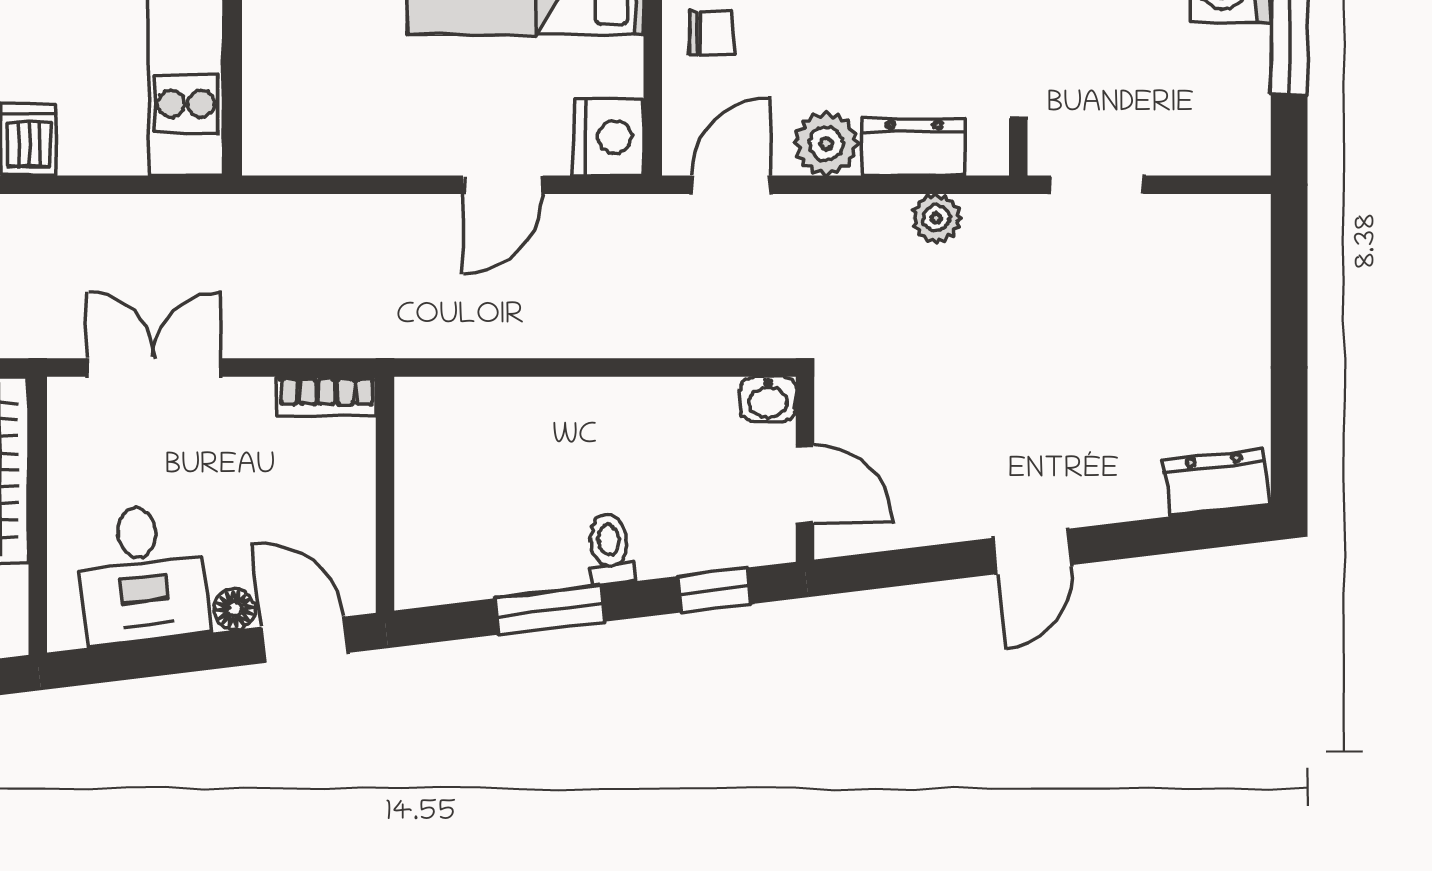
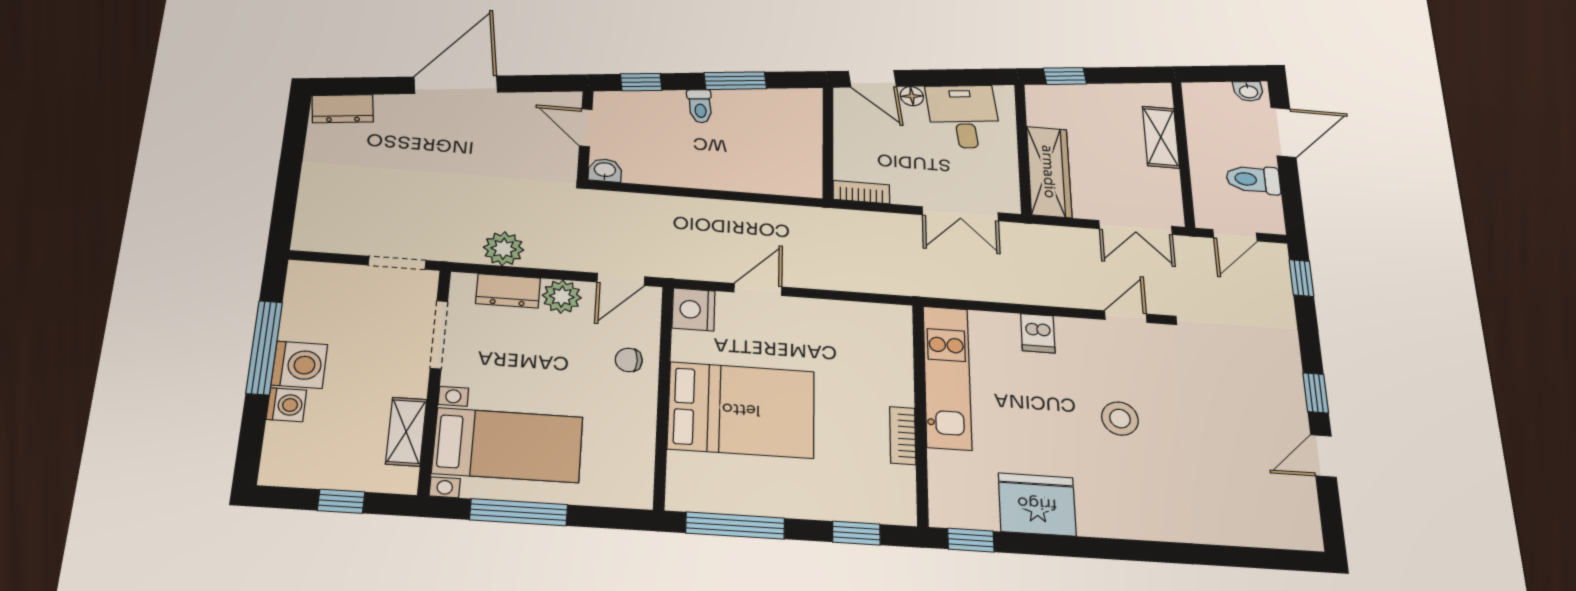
plant: (936, 218) -> (504, 249), width x1.38, depth x1.38
door: (1032, 552) -> (456, 85), width x1.87

